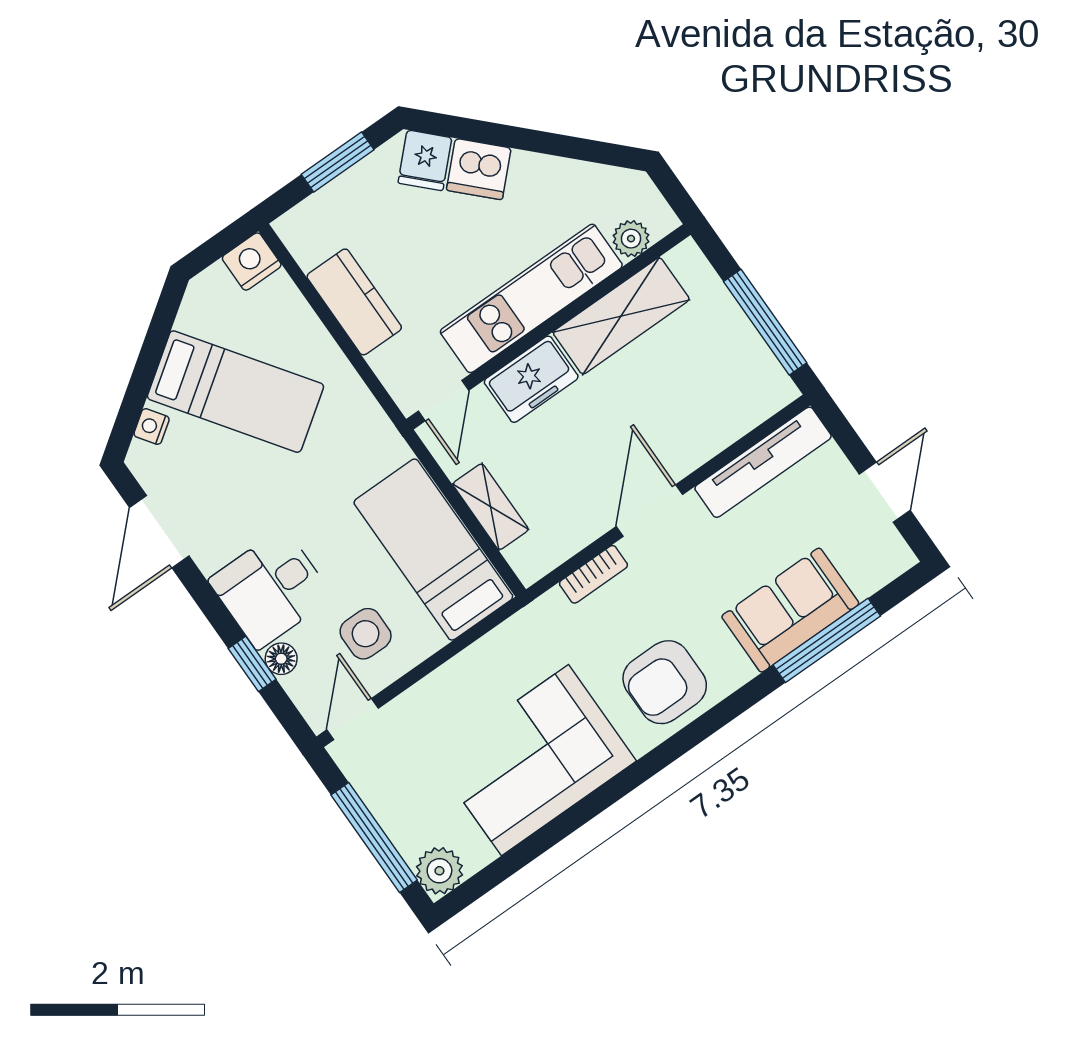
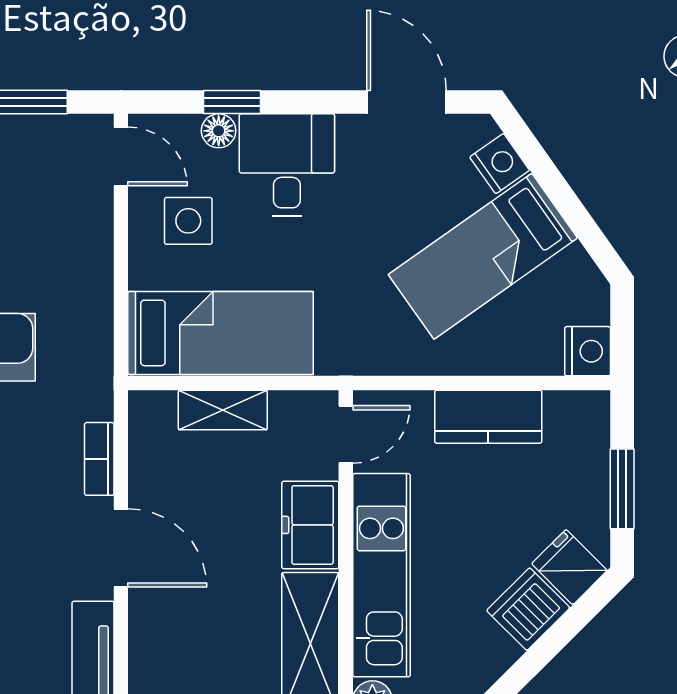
door: (444, 401) -> (346, 434), swing flipped
nightstand: (152, 427) -> (500, 164), width x1.39, depth x1.35

